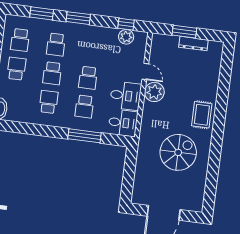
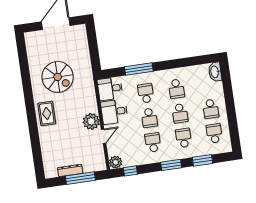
window: (184, 32) -> (80, 178), width x1.44
plant: (126, 37) -> (116, 162), moved
school desk: (92, 49) -> (153, 142), added
door: (145, 72) -> (104, 136), swing flipped
school desk: (52, 73) -> (180, 113), turned 180
school desk: (88, 78) -> (149, 118), turned 180
spiral stairs: (178, 152) -> (58, 77), turned -90

